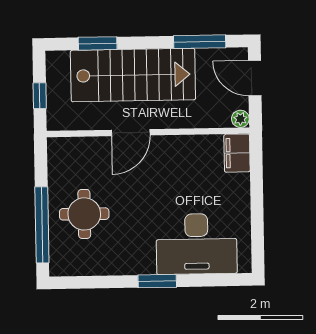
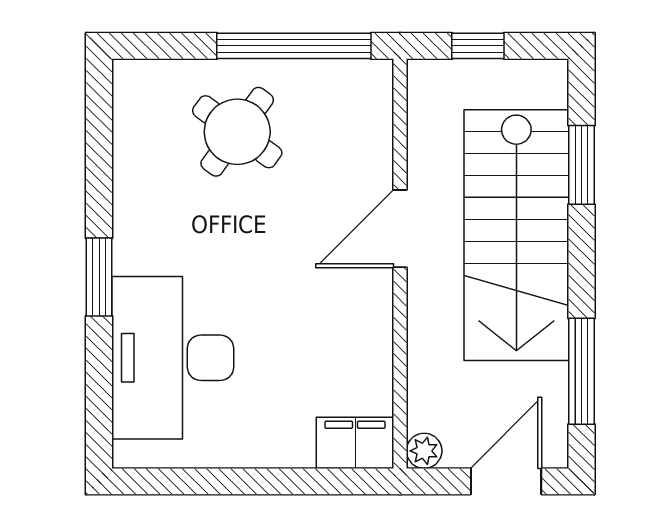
door: (131, 133) -> (400, 229), hinge flipped
round table: (84, 214) -> (237, 132), turned 36
window: (42, 225) -> (294, 46), moved

